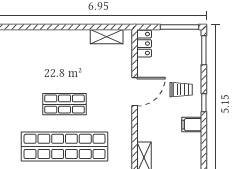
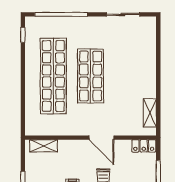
shop shelf: (65, 104) -> (91, 76), width x1.43, depth x1.36

